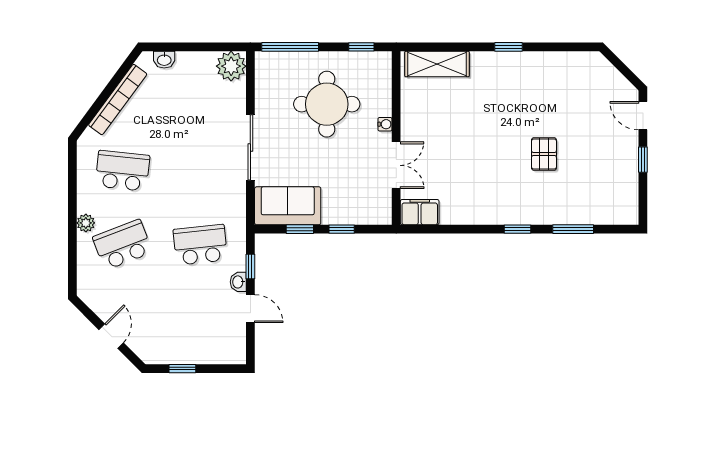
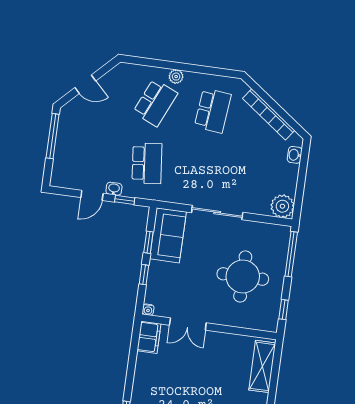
water cooler: (385, 124) -> (148, 310), moved
school desk: (122, 245) -> (155, 103), turned 45
window: (182, 369) -> (53, 136), width x2.17

